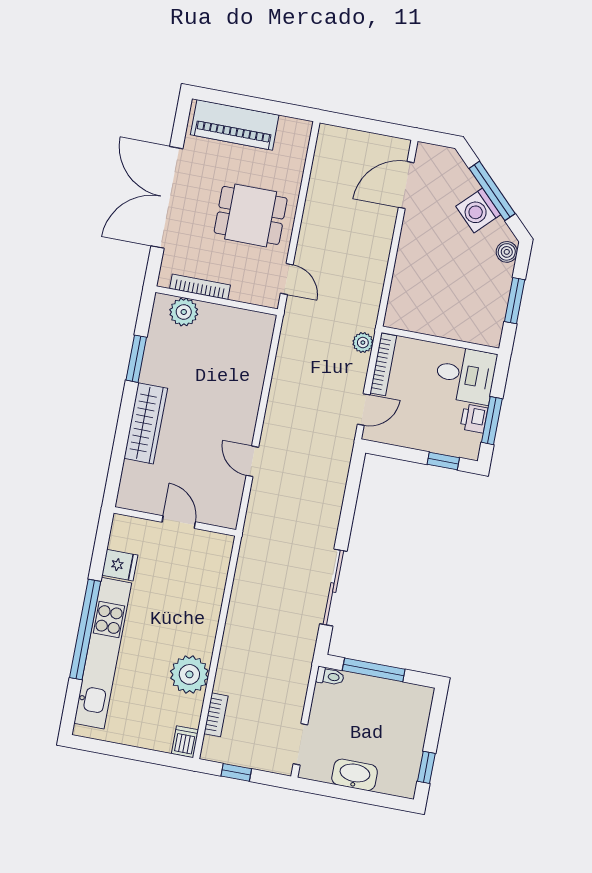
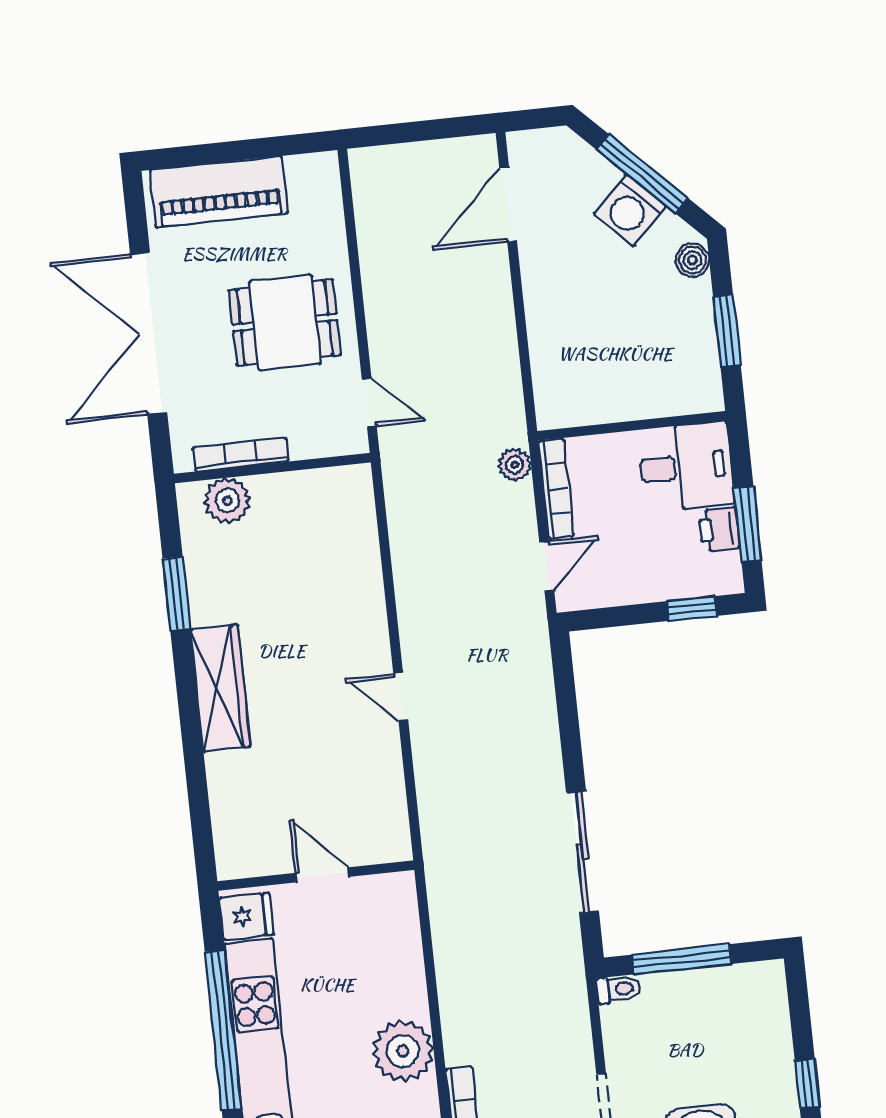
wall: (175, 521) -> (316, 876), moved
door: (179, 522) -> (322, 875), moved

